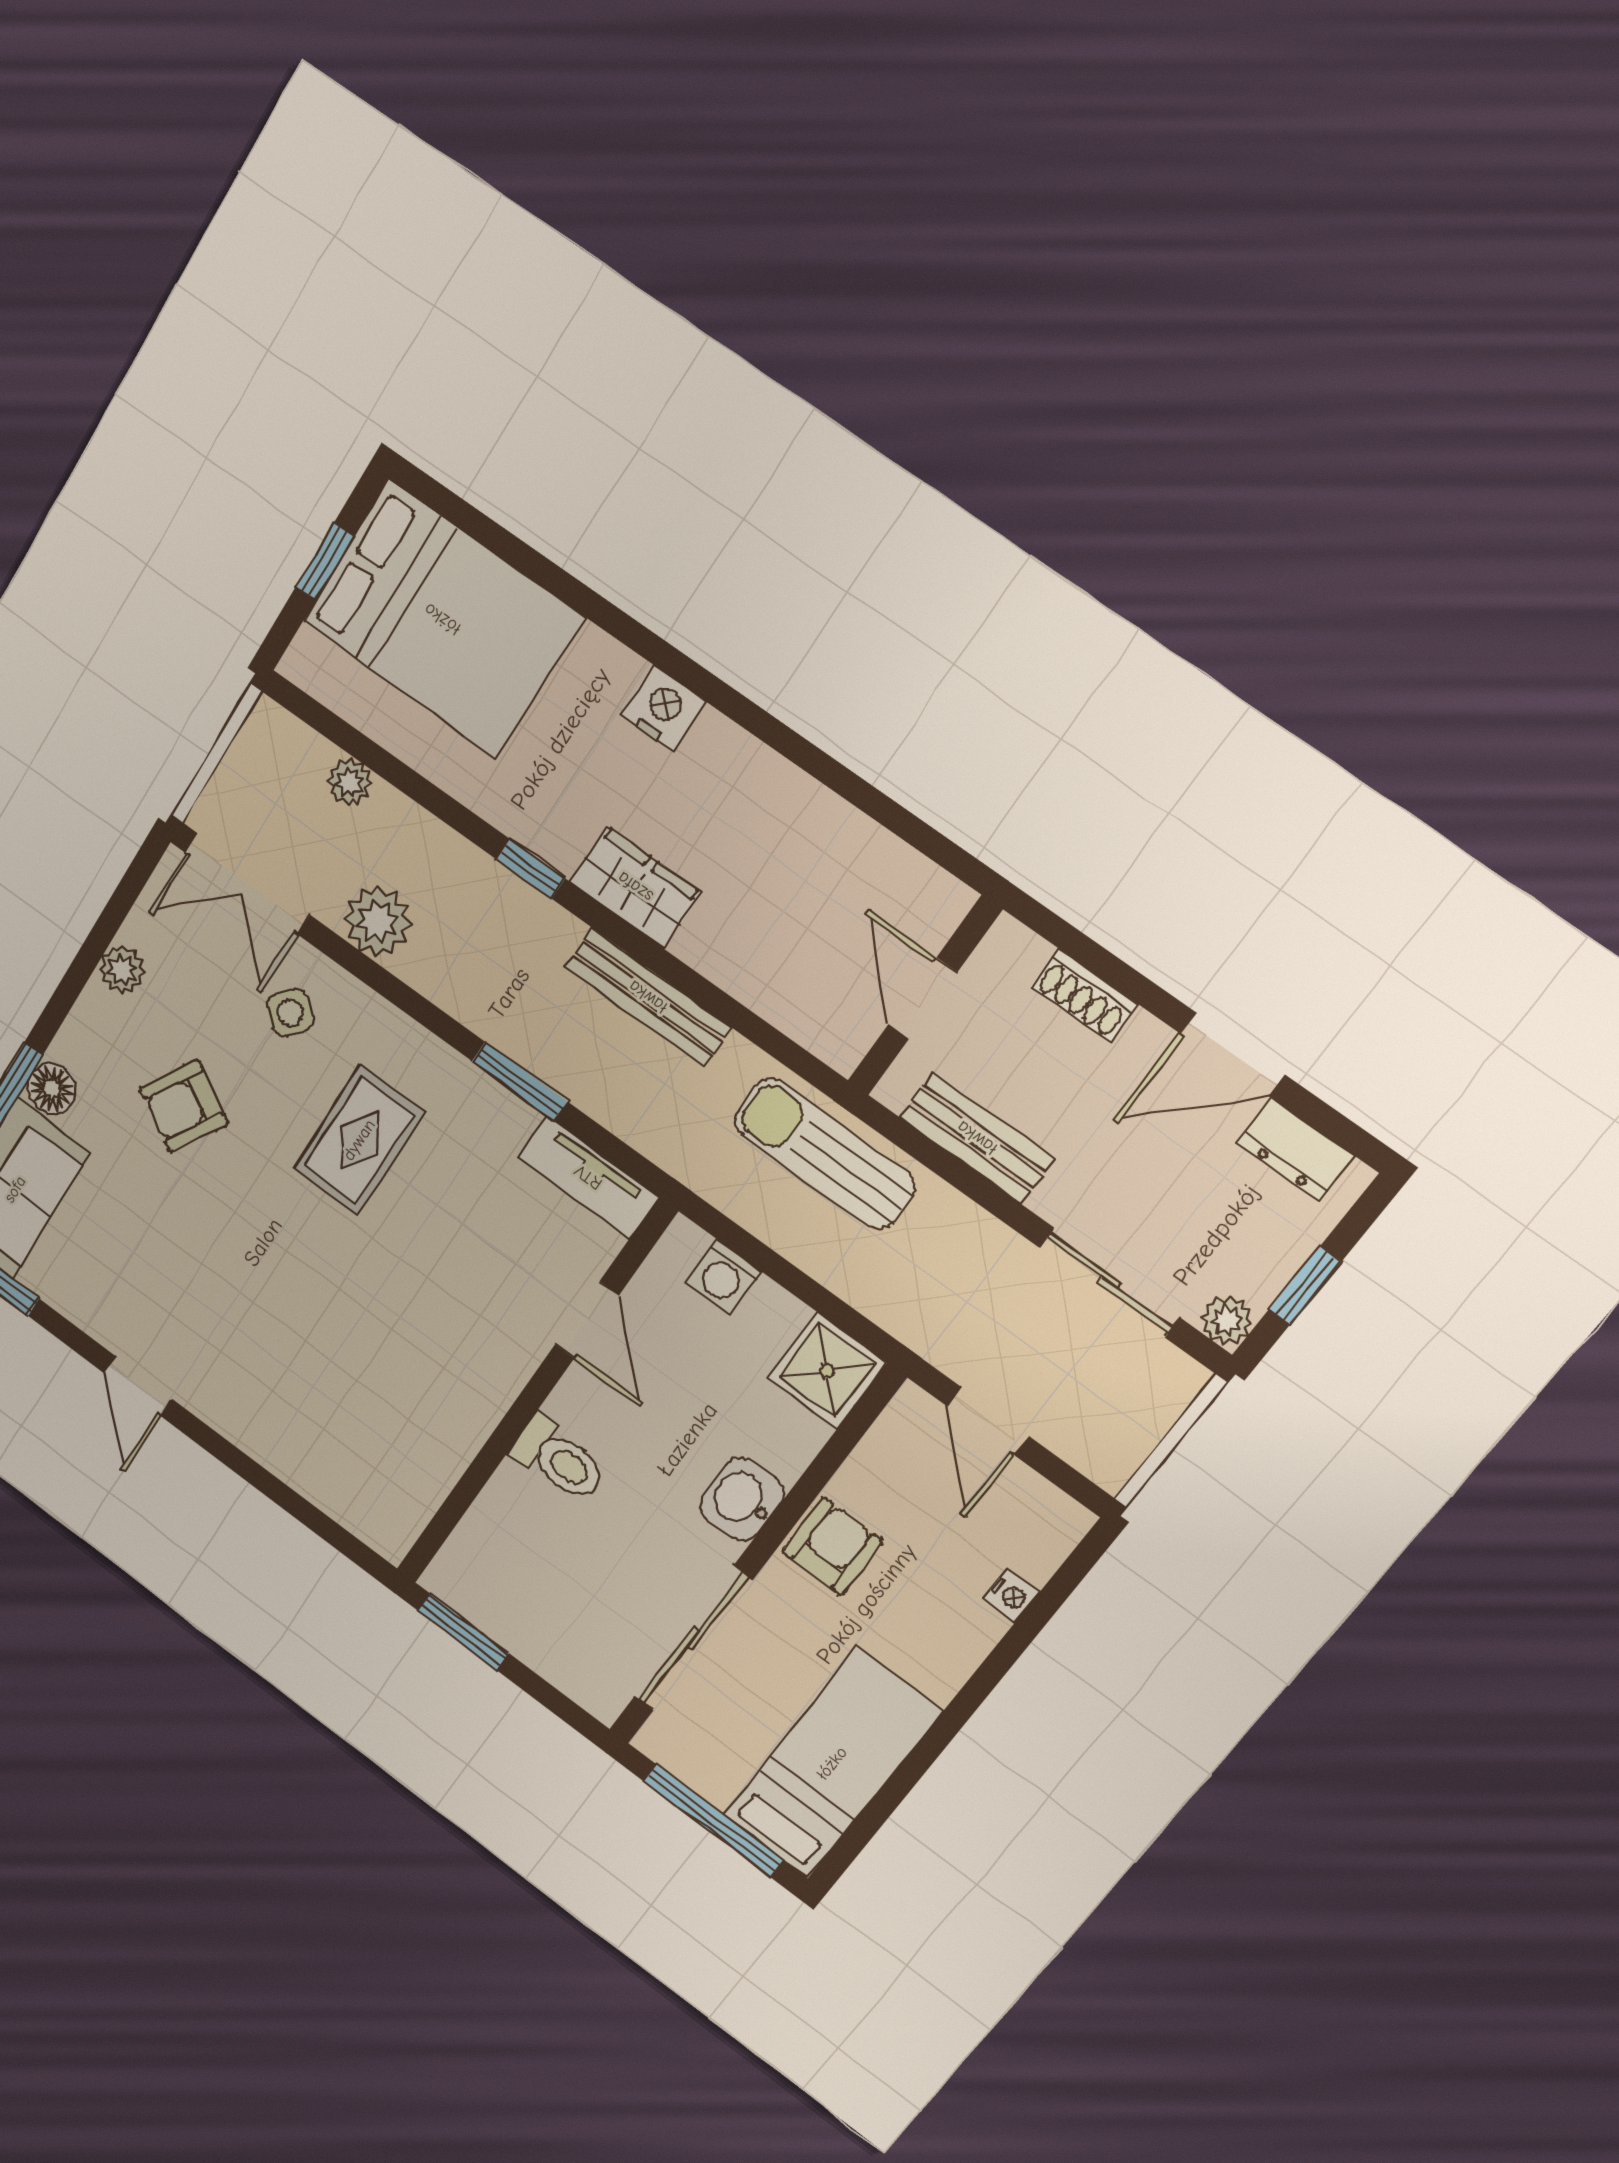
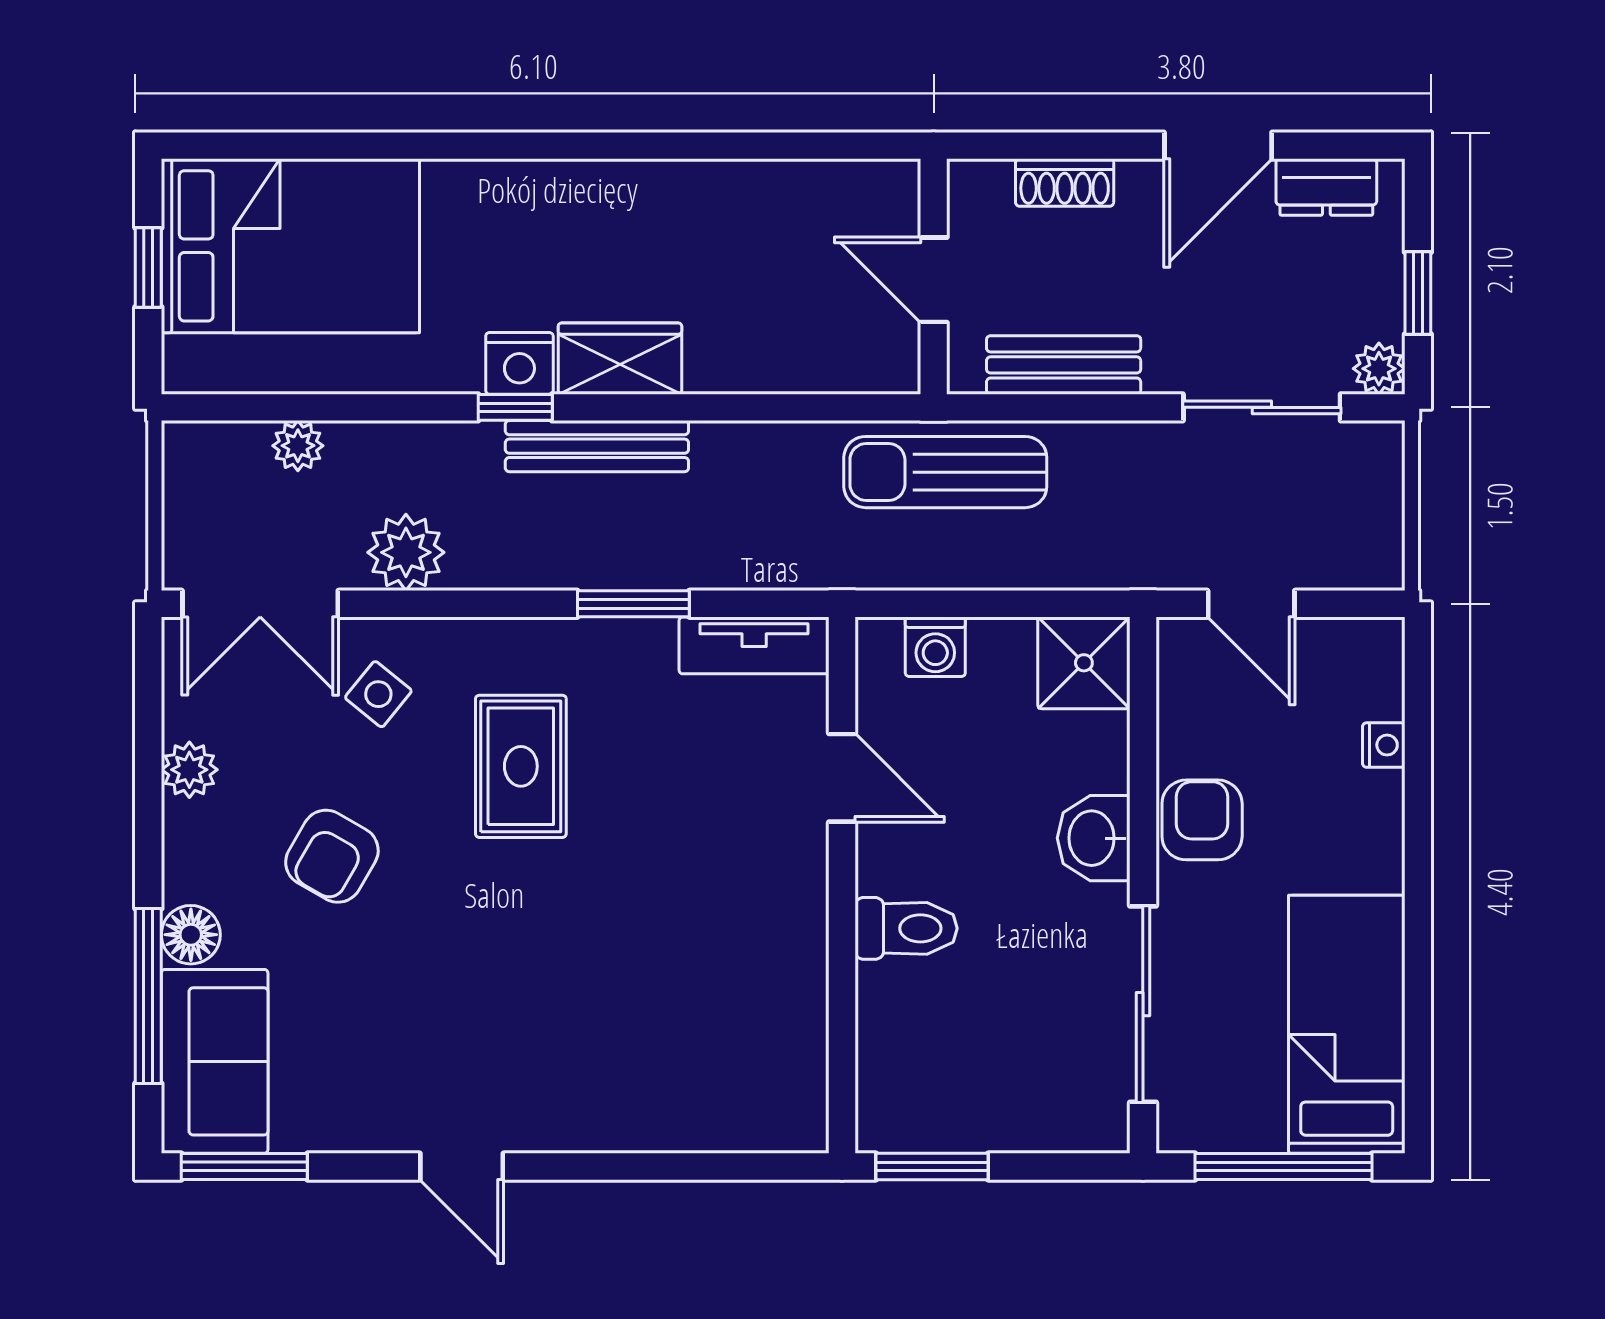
nightstand: (663, 708) -> (519, 363), moved, turned 180
bench: (648, 997) -> (597, 446), moved

